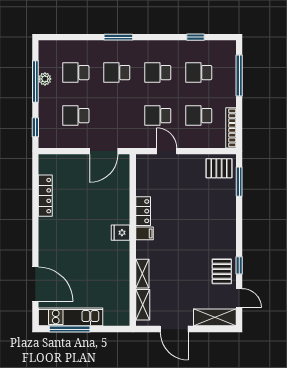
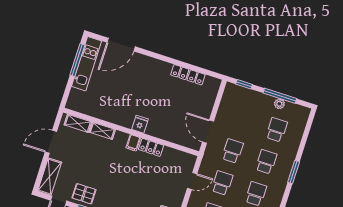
school desk: (76, 116) -> (233, 151), moved

